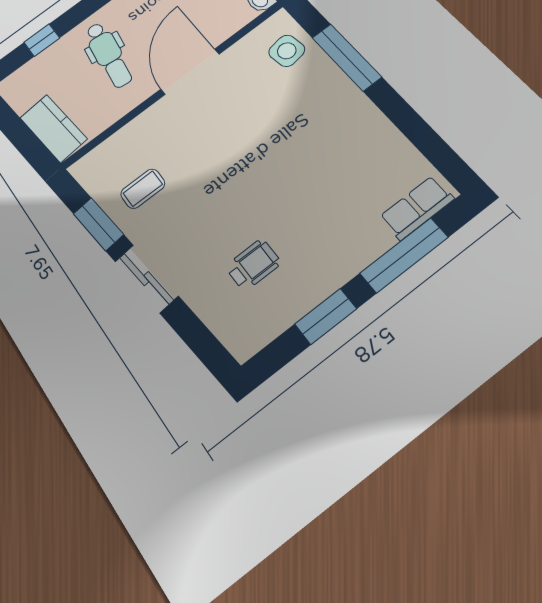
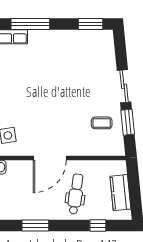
kitchen counter: (53, 128) -> (120, 193), moved
wheelchair: (253, 265) -> (83, 61), removed
window: (326, 316) -> (90, 24), moved

